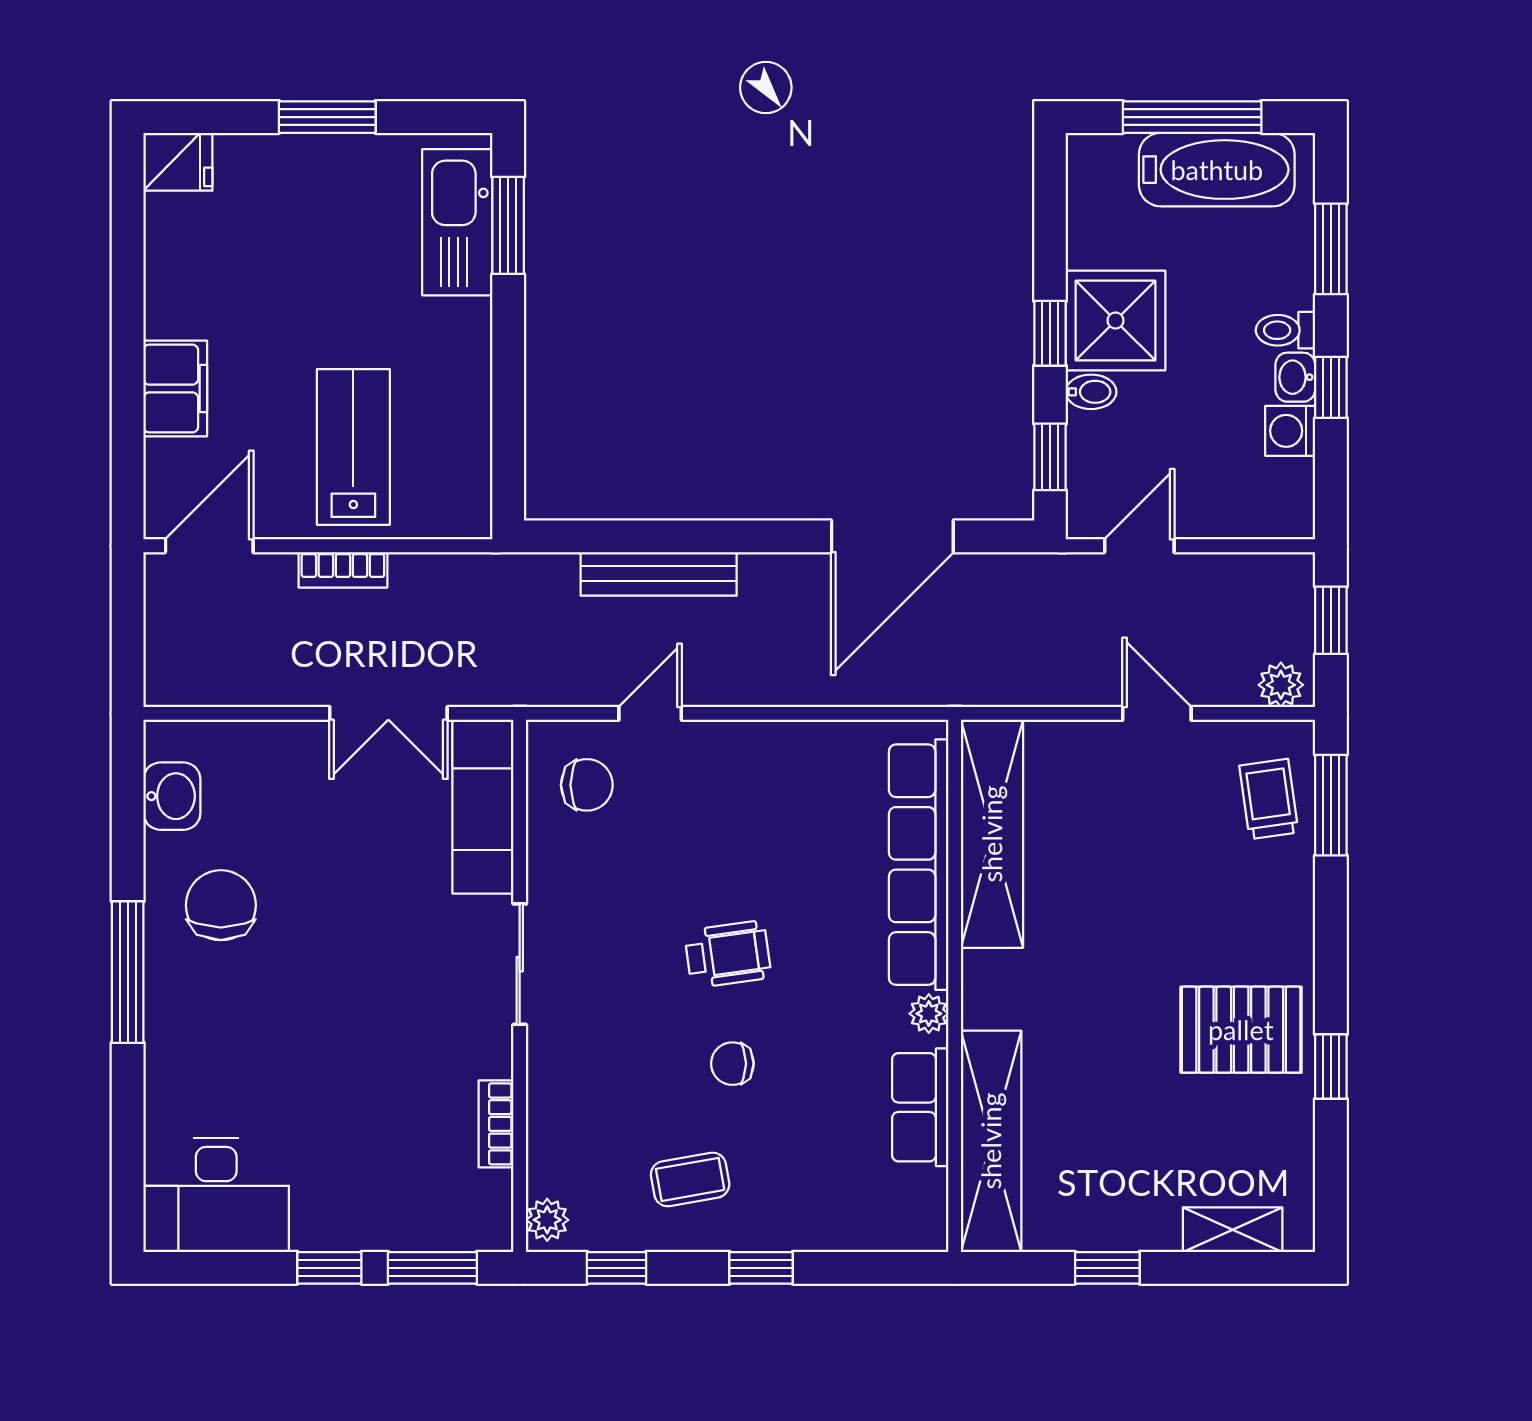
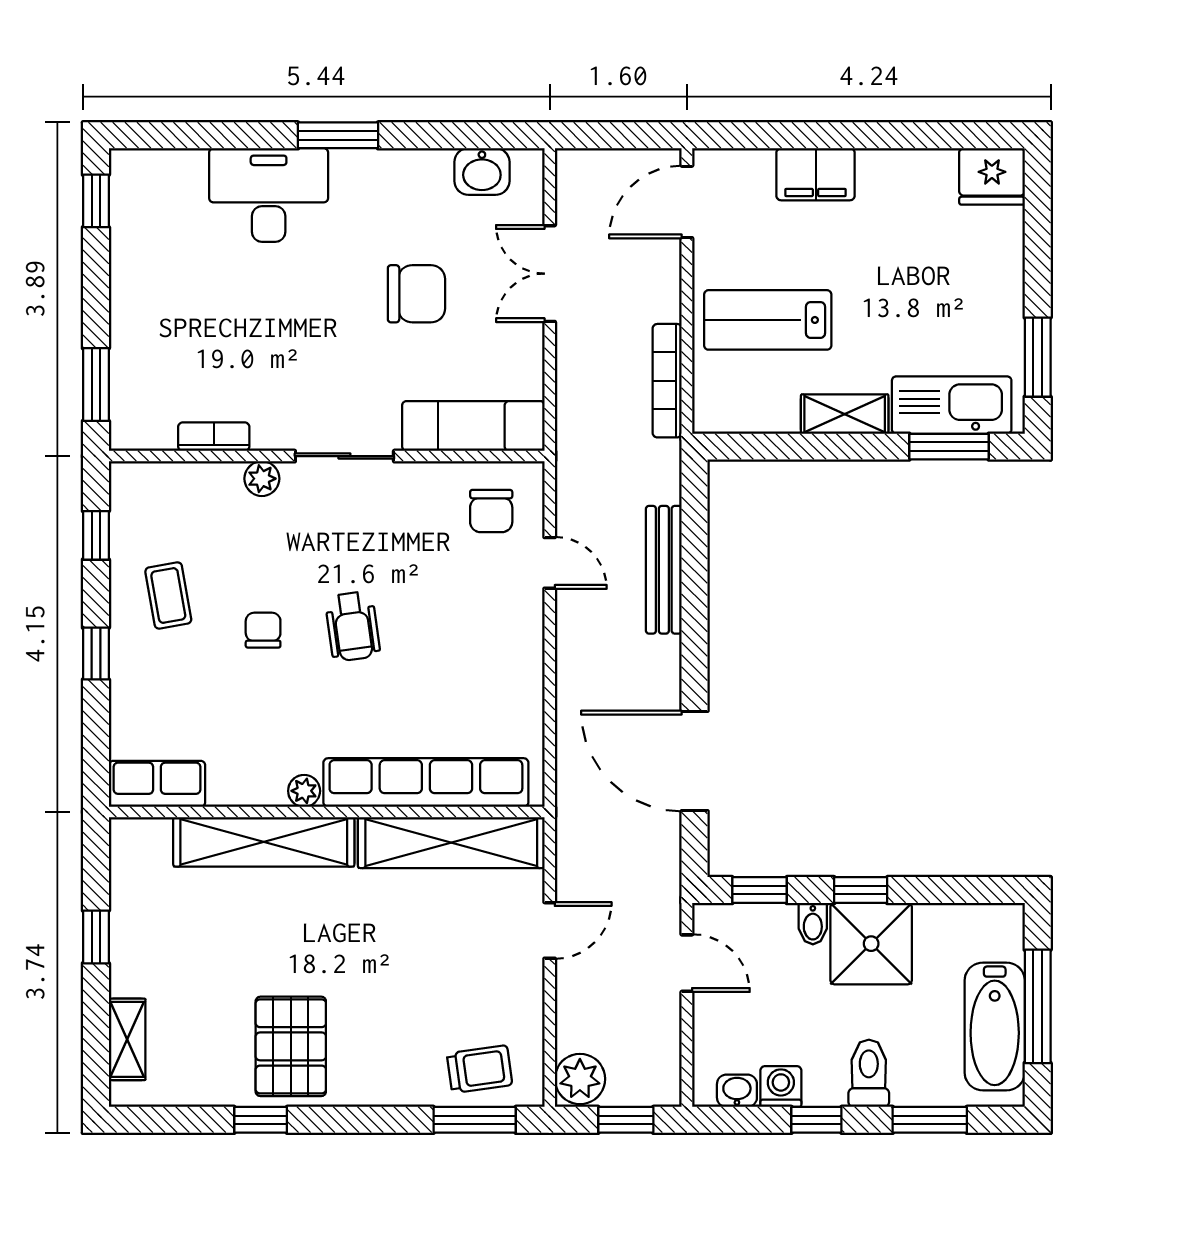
window: (327, 117) -> (1038, 357), moved
fridge: (178, 162) -> (992, 176), width x1.38
toilet: (1285, 330) -> (869, 1073), width x1.37, depth x1.39
shelving: (468, 353) -> (845, 414), added
washbasin: (1295, 377) -> (737, 1091), moved
lab bench: (353, 447) -> (768, 320), turned 180
door: (209, 546) -> (687, 202), swing flipped
bookcase: (343, 570) -> (667, 381), moved, width x1.56
plant: (1281, 685) -> (580, 1079), width x1.38, depth x1.38
double door: (388, 713) -> (550, 274), moved
door: (1157, 713) -> (550, 930), moved
chair: (221, 905) -> (416, 294), moved
window: (128, 972) -> (338, 135), width x0.69
row of seats: (920, 1107) -> (157, 784), moved
shelving: (991, 1141) -> (264, 842), moved
desk: (216, 1195) -> (269, 195), moved, turned 90
plant: (547, 1220) -> (262, 479), moved
window: (329, 1268) -> (96, 201), moved

